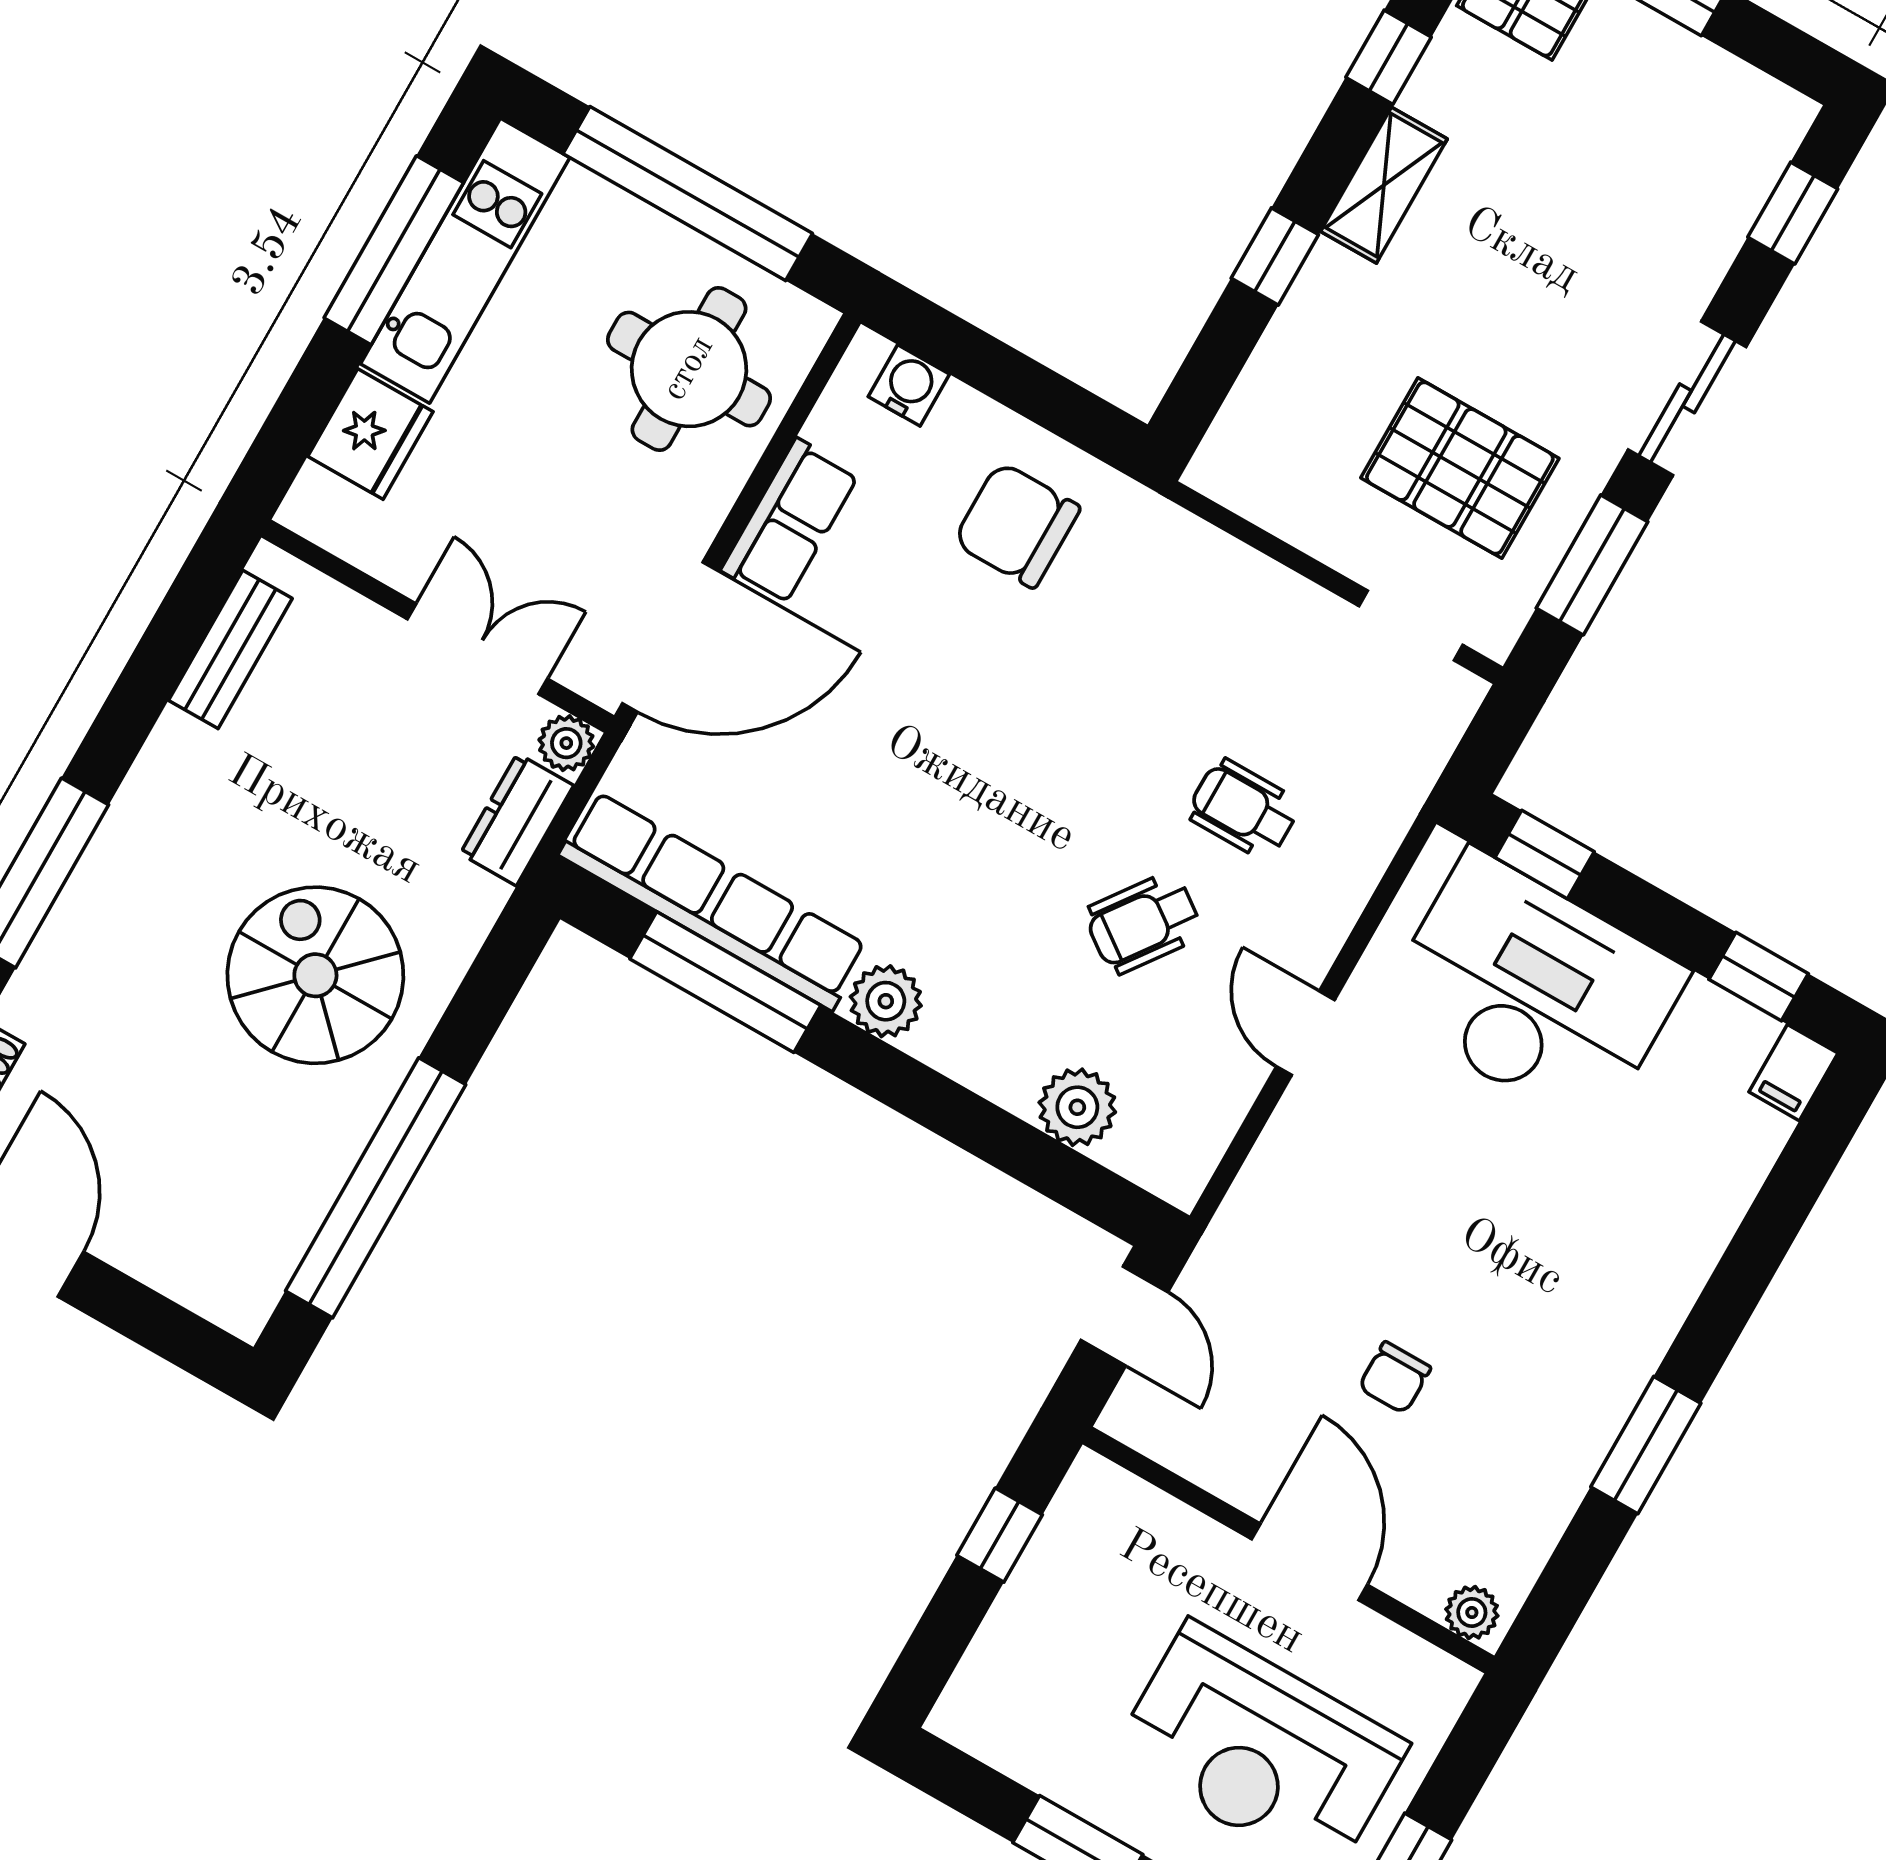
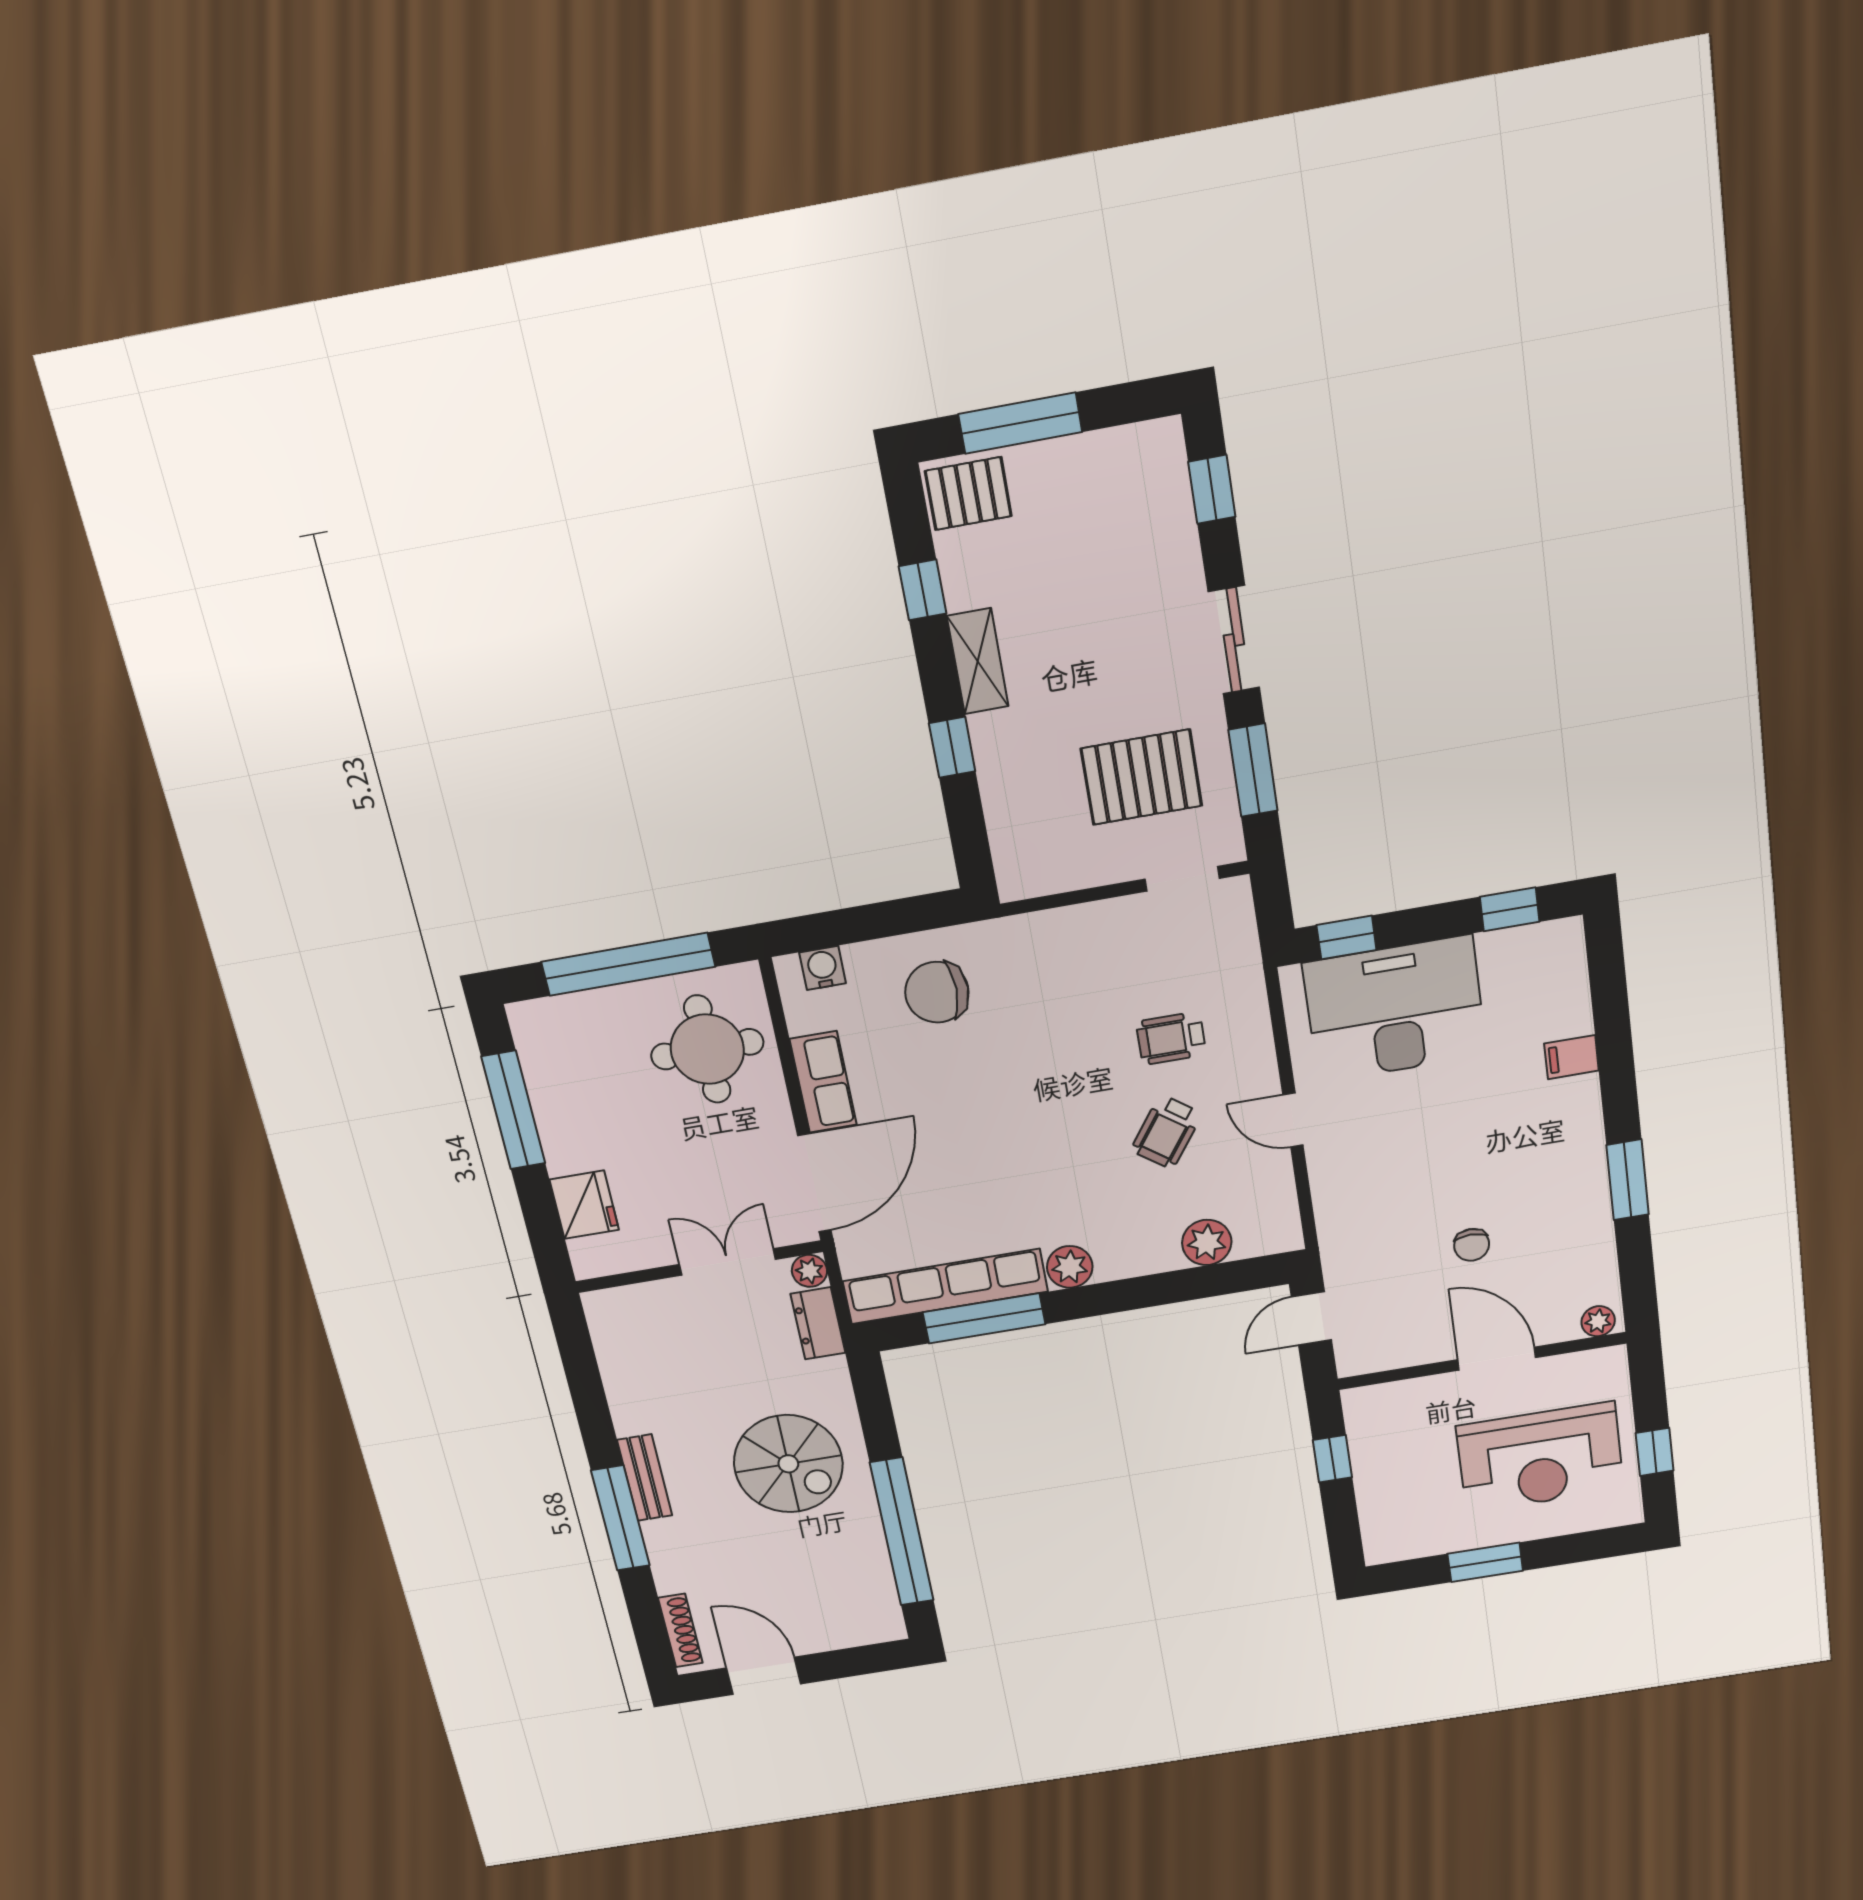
kitchen unit: (465, 261) -> (552, 1087), removed
bench: (230, 649) -> (645, 1478), moved
spiral stairs: (315, 975) -> (788, 1464), turned 180
filing cabinet: (1793, 1073) -> (1571, 1057), moved, turned 90
door: (1124, 1316) -> (1311, 1318), swing flipped

